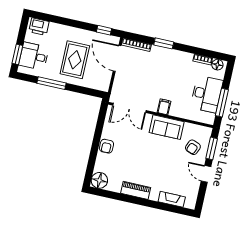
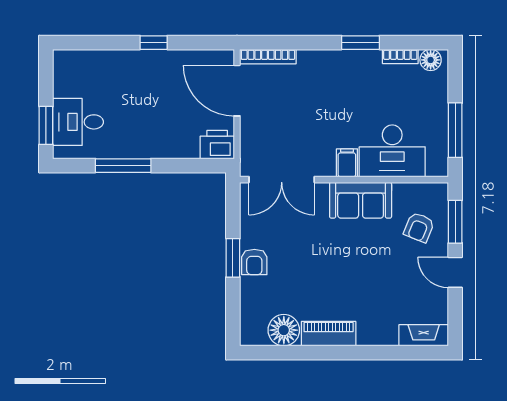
printer: (39, 27) -> (217, 145), moved, turned 180
window: (104, 30) -> (154, 43), moved
window: (164, 43) -> (360, 43), moved
rug: (75, 60) -> (157, 111), removed
desk: (207, 94) -> (392, 151), moved, turned 90
window: (96, 142) -> (233, 258), added
floor lamp: (99, 180) -> (284, 330), moved
fireplace: (172, 199) -> (424, 335), moved

